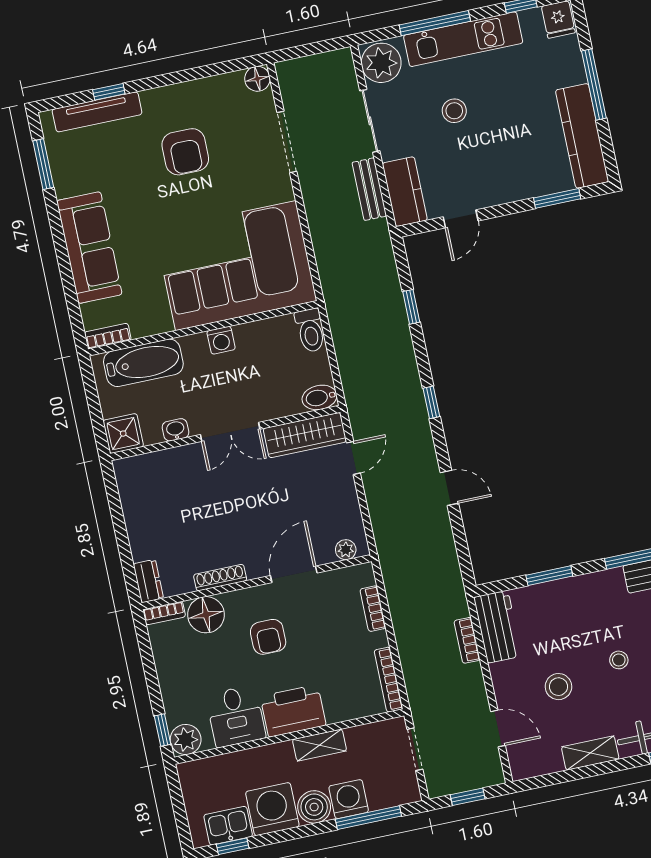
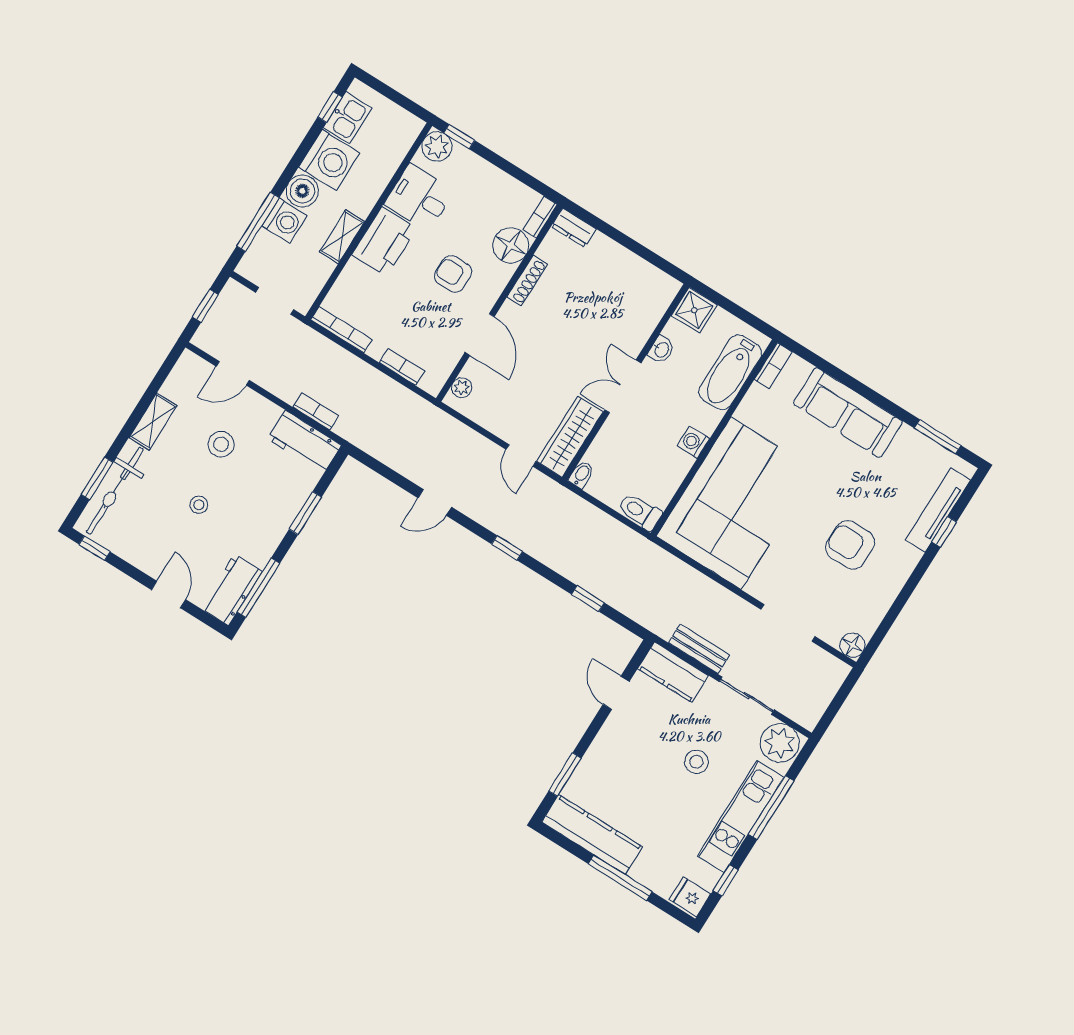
bidet: (320, 397) -> (581, 475), width x0.72, depth x0.74

